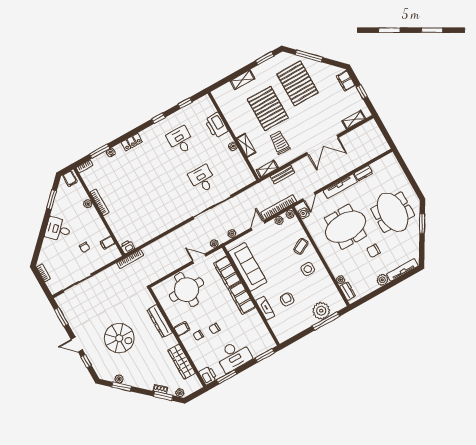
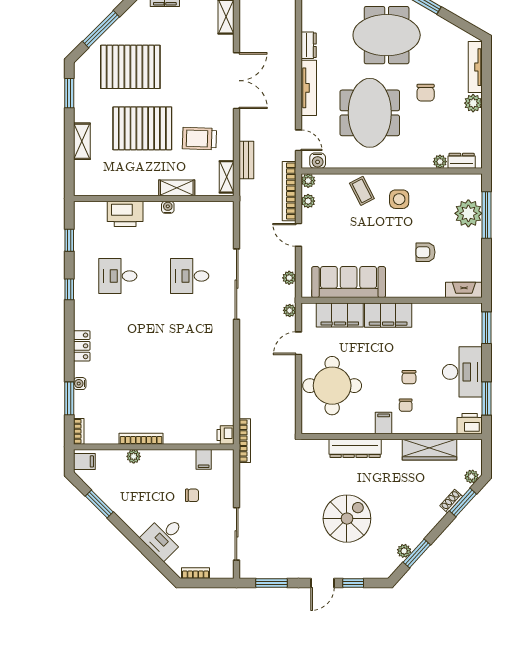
desk: (58, 229) -> (164, 537), moved
fireplace: (265, 308) -> (464, 290), moved

